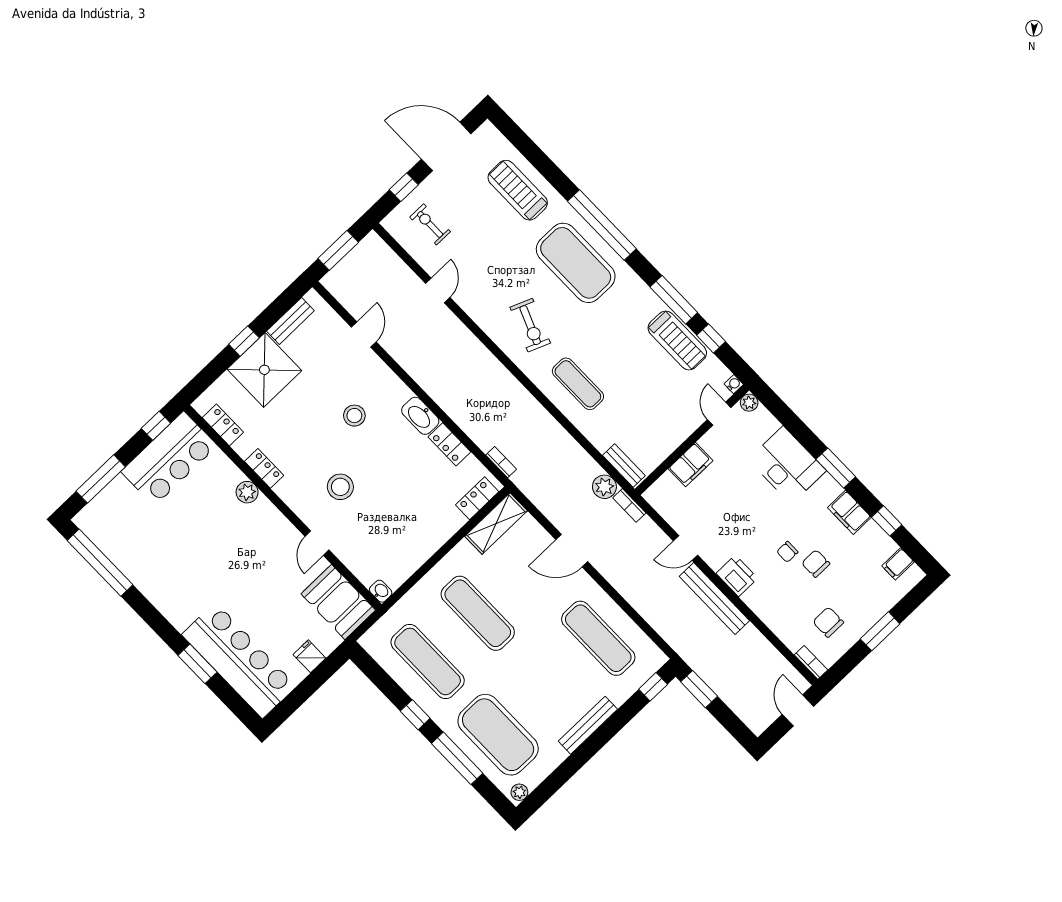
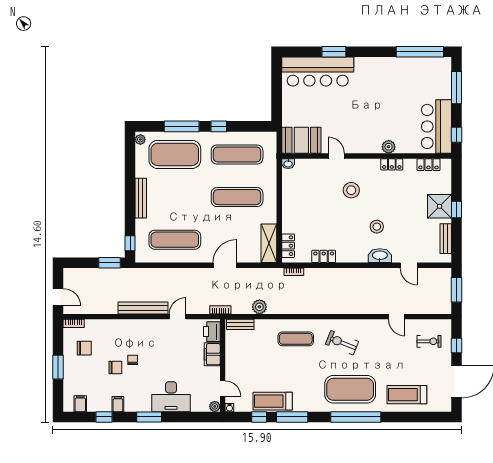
treadmill: (518, 190) -> (407, 395), turned 180
shower: (264, 370) -> (440, 206), width x0.73, depth x0.73
washbasin: (420, 416) -> (380, 256), moved
plant: (604, 487) -> (259, 307), moved
filing cabinet: (849, 512) -> (118, 404), width x0.50
printer: (737, 576) -> (212, 332), moved, turned 90
fridge: (309, 656) -> (290, 104), removed

